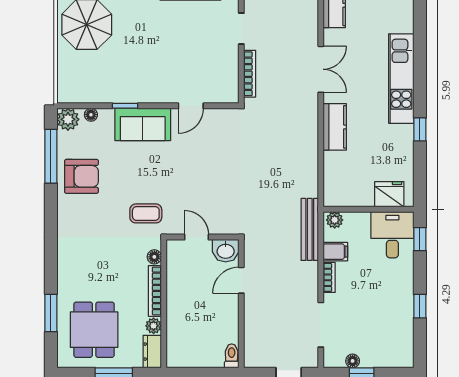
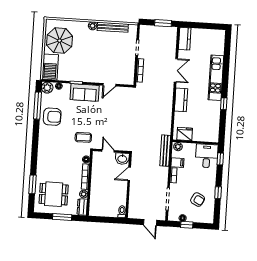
barbecue: (71, 78) -> (50, 67), added
fridge: (389, 194) -> (185, 134), moved
armchair: (380, 322) -> (198, 200), added
dining table: (94, 330) -> (54, 194), turned 90

